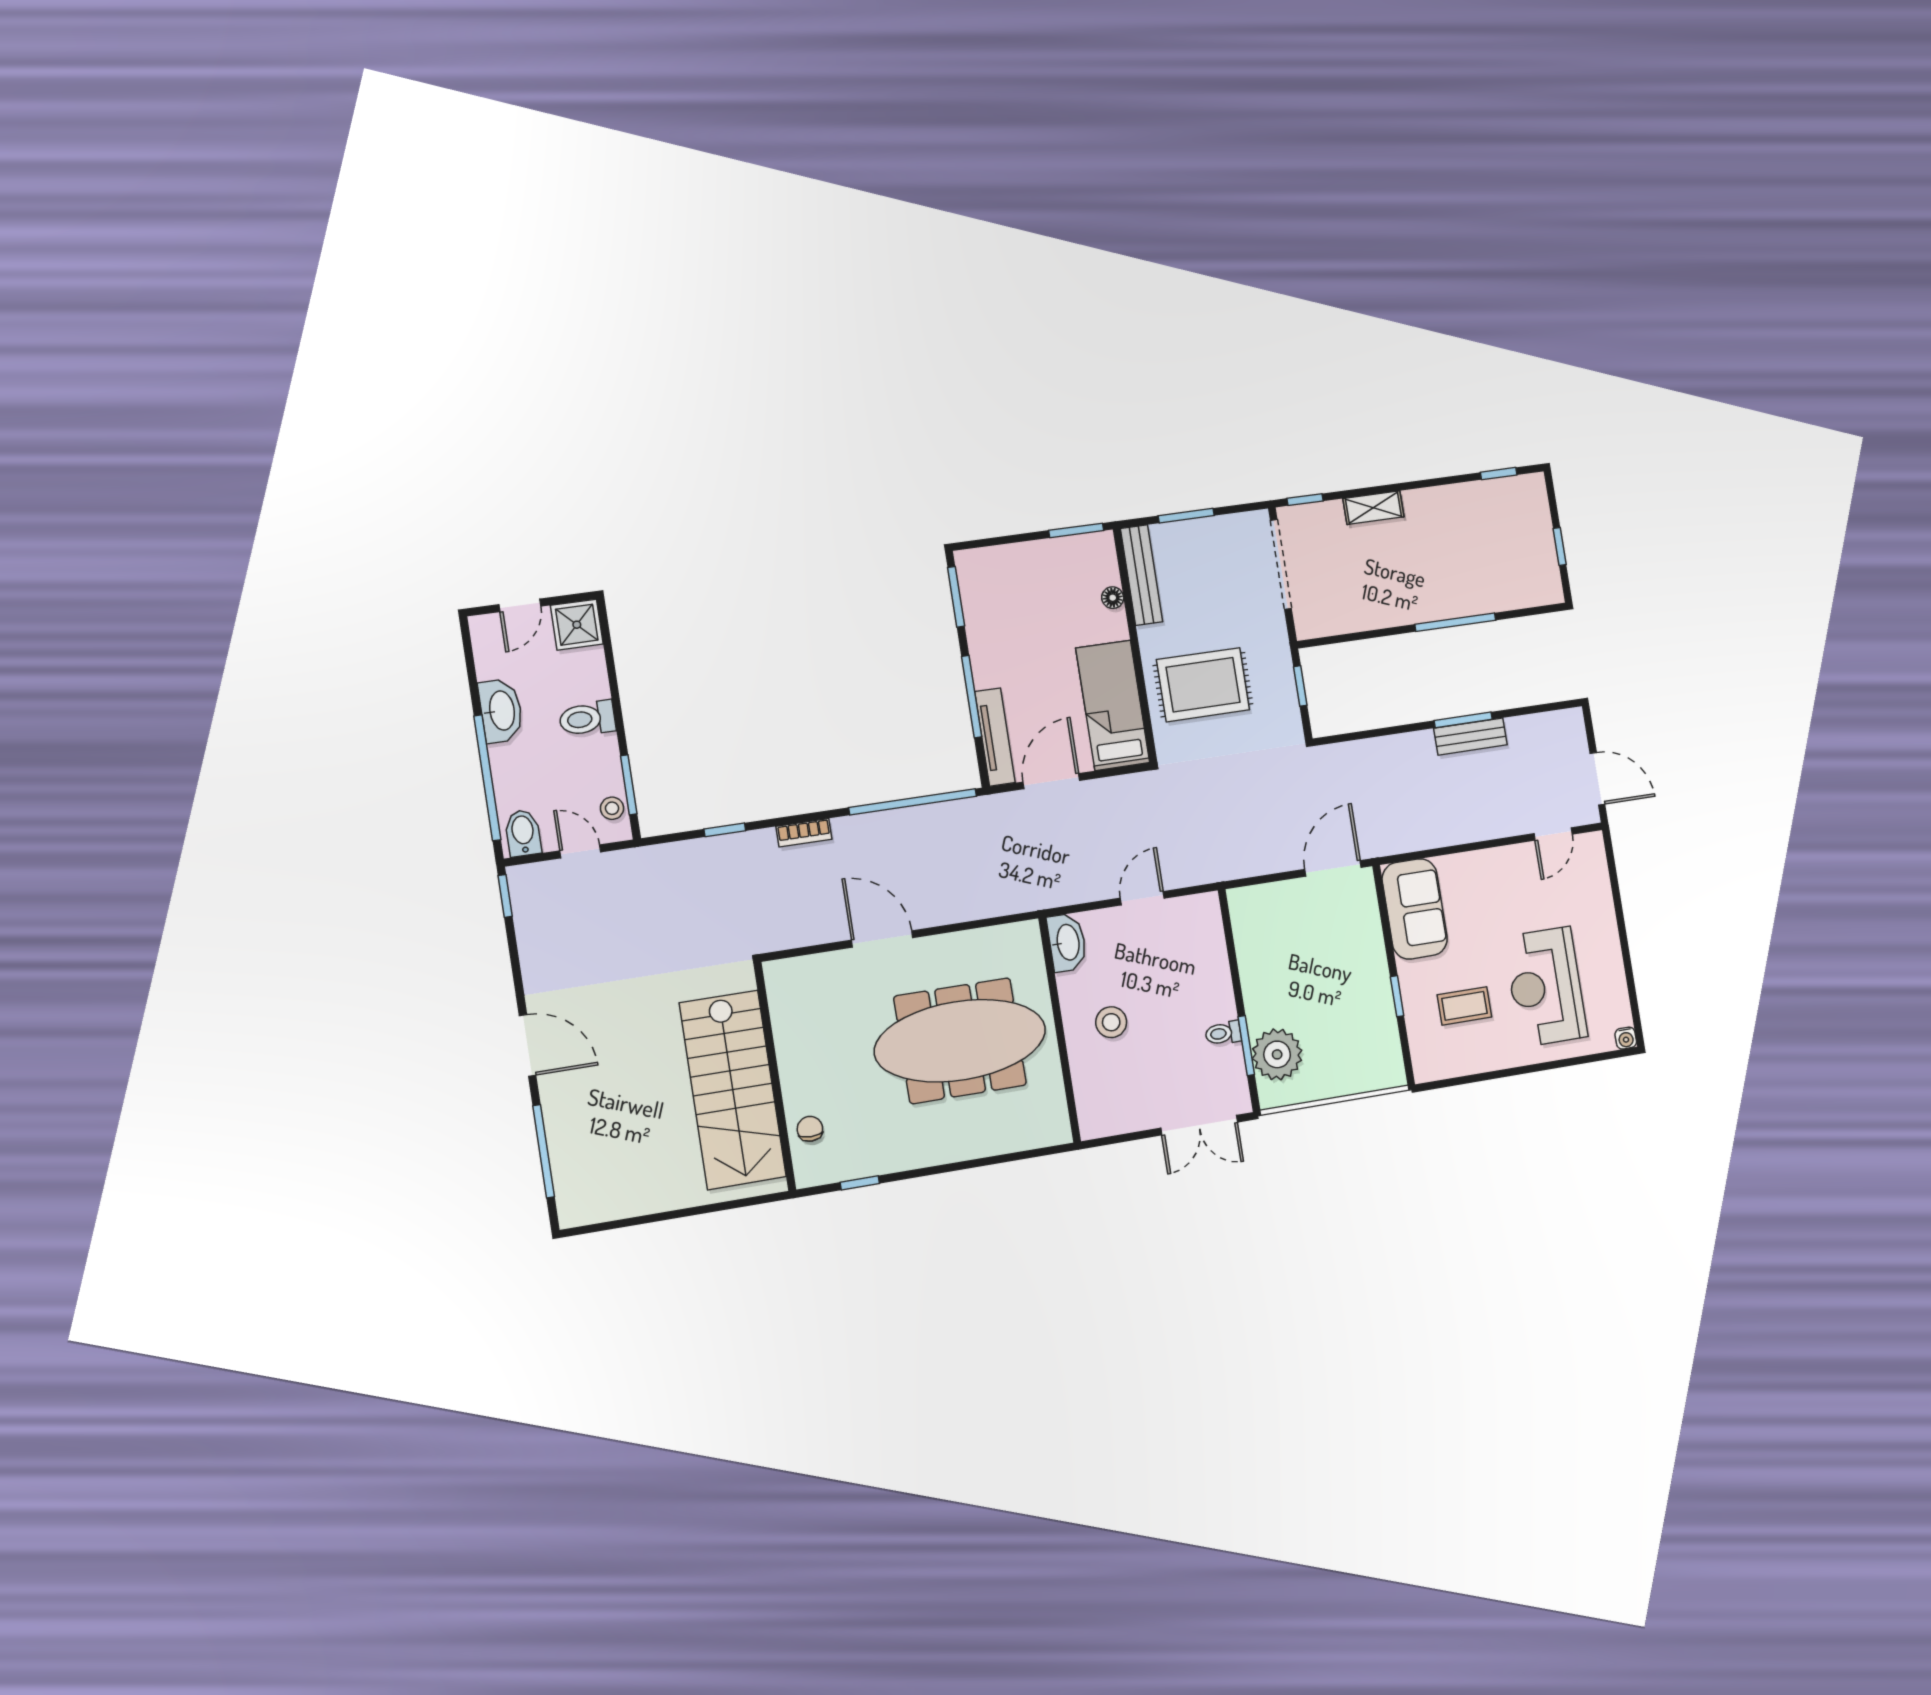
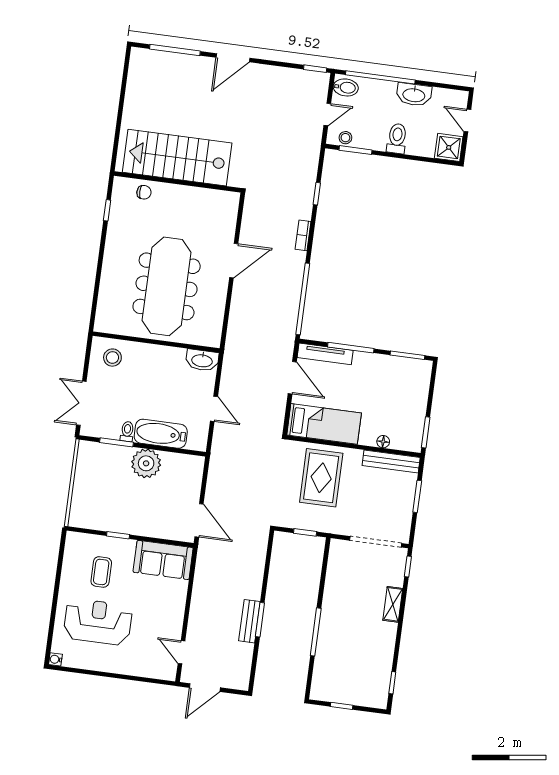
bathtub: (1210, 976) -> (161, 434), added
stool: (1111, 1022) -> (112, 358), moved
plant: (1277, 1054) -> (146, 463), moved

